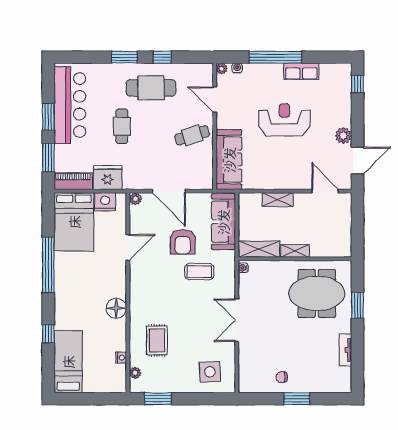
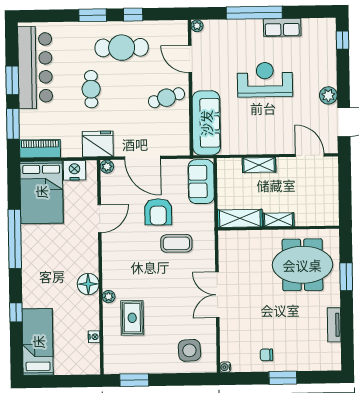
water cooler: (237, 68) -> (213, 25), removed
fridge: (108, 178) -> (98, 144), moved
sofa: (223, 222) -> (201, 182), width x0.73
water cooler: (243, 268) -> (225, 367), moved
plant: (135, 373) -> (109, 297), moved

